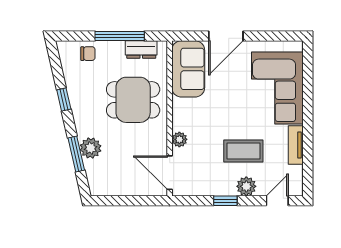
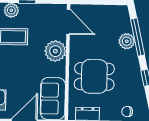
plant: (179, 139) -> (55, 51), width x1.87, depth x1.87
window: (76, 154) -> (137, 37), width x1.44

